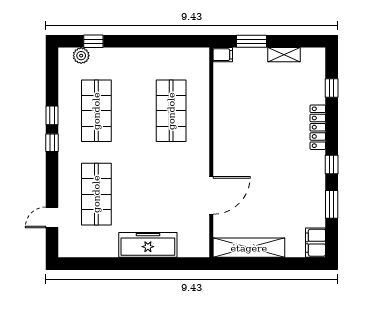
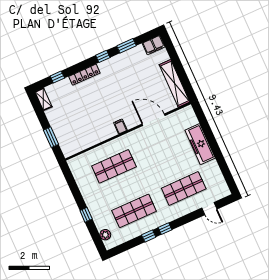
window: (93, 41) -> (86, 215), moved
filing cabinet: (223, 55) -> (120, 127), moved
shelving: (284, 55) -> (43, 99), moved

